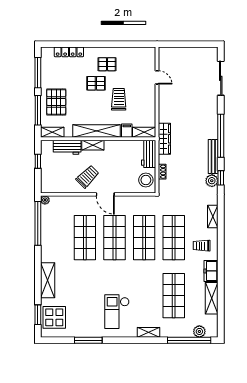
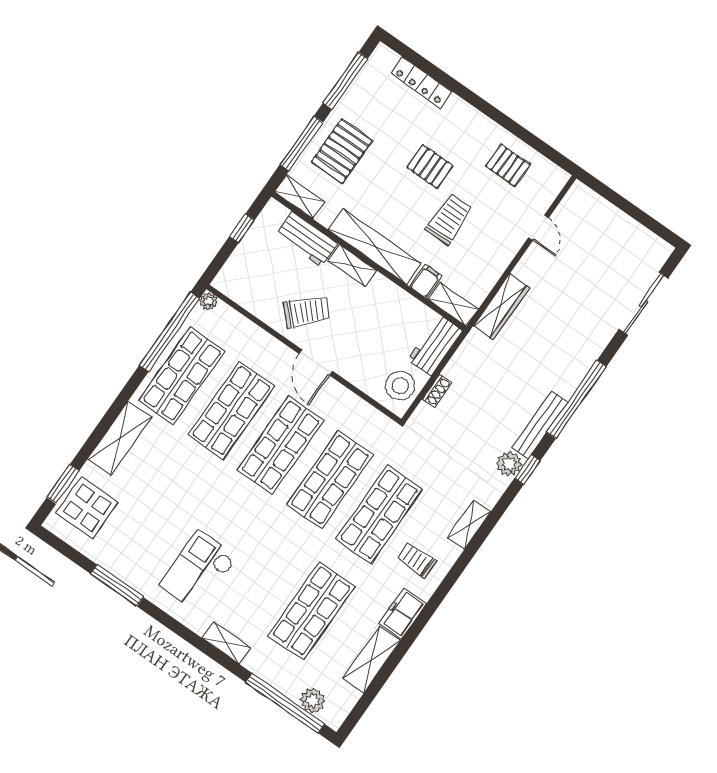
pallet: (107, 64) -> (508, 165), moved
wardrobe: (164, 139) -> (501, 307), moved
shop shelf: (55, 238) -> (182, 376), added

